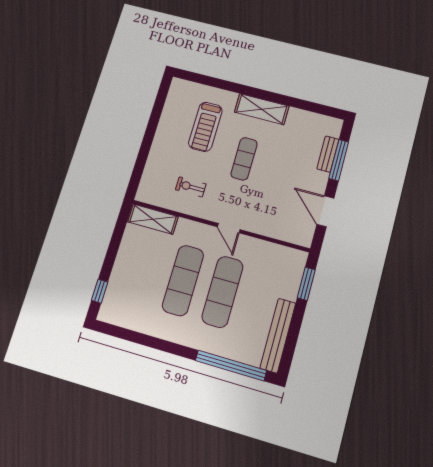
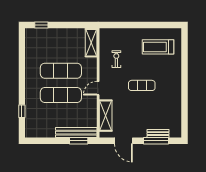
shelving: (262, 109) -> (106, 116), moved
treadmill: (205, 127) -> (158, 47), moved
door: (325, 211) -> (123, 141), swing flipped
bench: (278, 335) -> (76, 133), moved
window: (231, 366) -> (22, 111), width x0.32

